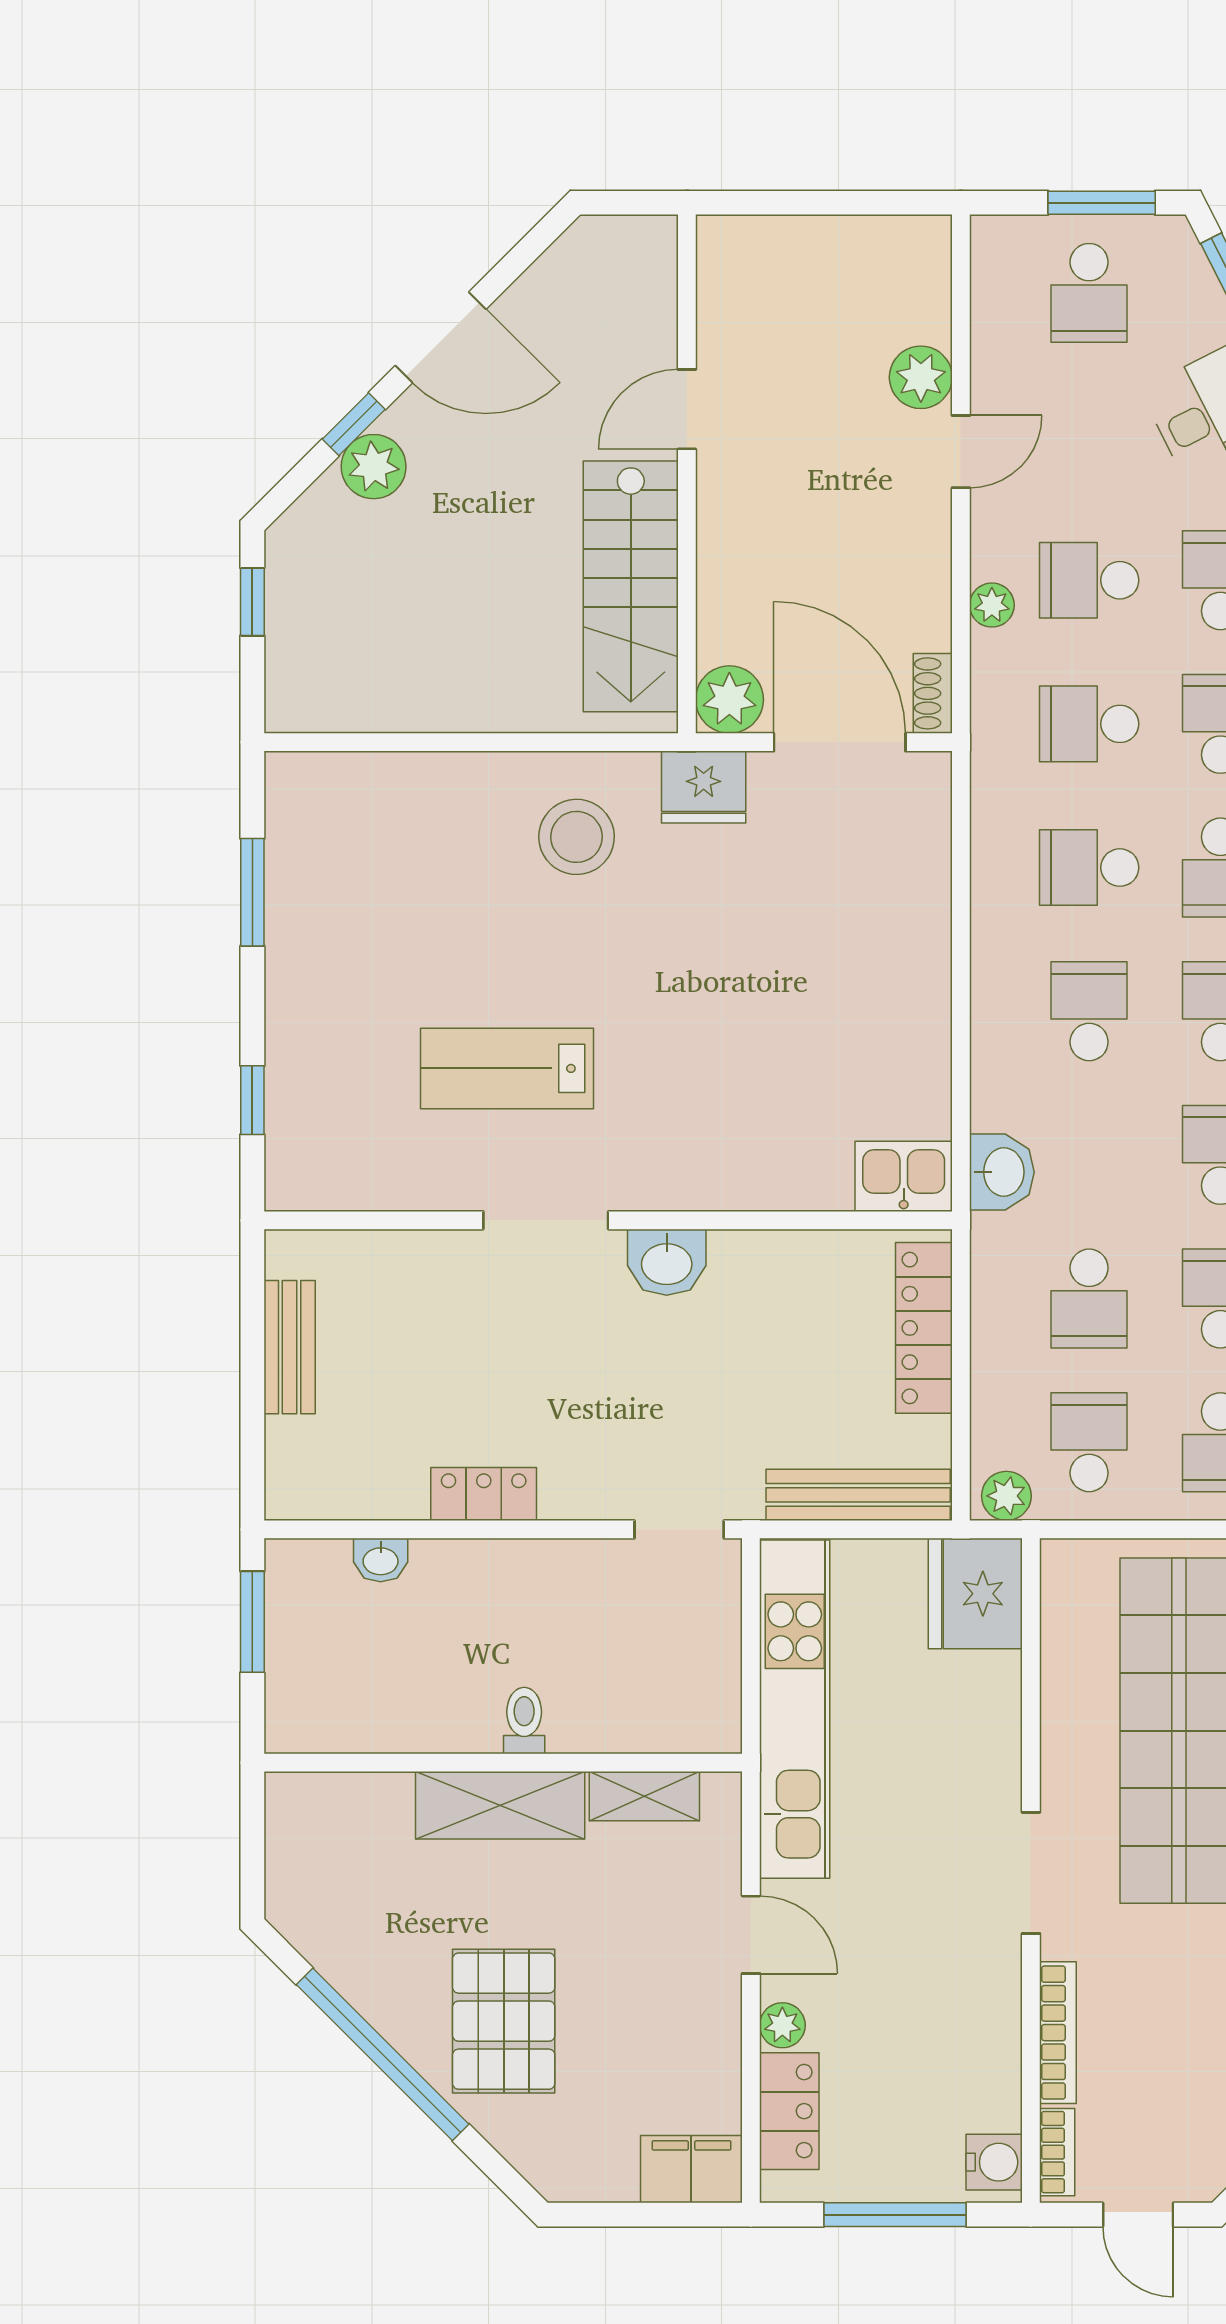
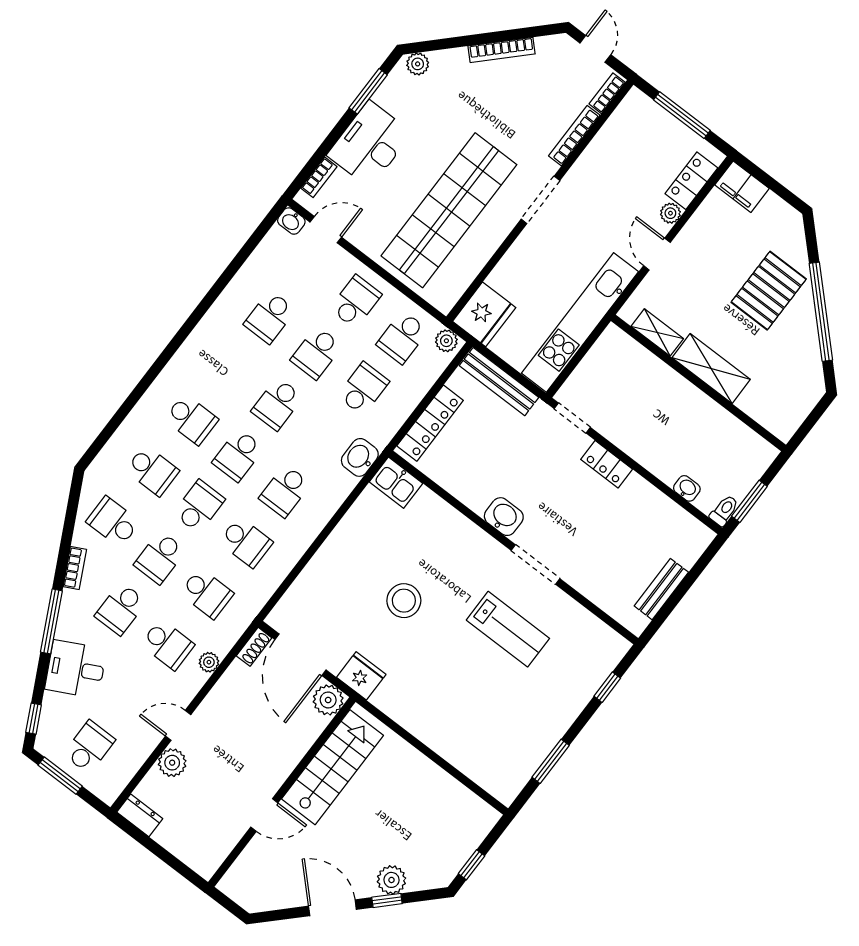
dresser: (907, 240) -> (140, 815), added
stool: (577, 837) -> (404, 601), moved
locker: (484, 1494) -> (607, 464), moved
toilet: (524, 1721) -> (724, 510), moved, turned 180
water cooler: (994, 2162) -> (632, 107), removed

